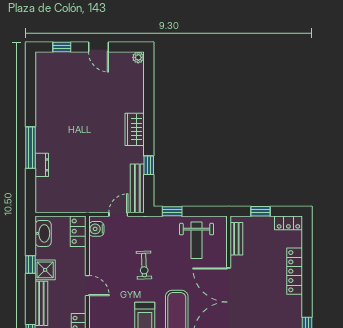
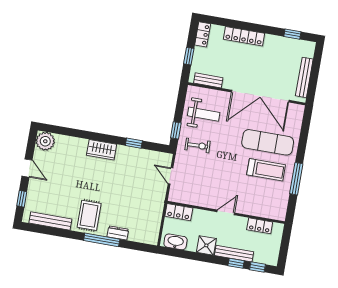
door: (98, 47) -> (27, 168), hinge flipped
plant: (138, 57) -> (45, 141), width x1.88, depth x1.88
rug: (56, 128) -> (89, 215), added
bench: (137, 188) -> (50, 221), moved
water cooler: (96, 229) -> (180, 197), removed
window: (31, 265) -> (236, 263), moved
exercise bike: (144, 265) -> (198, 145), moved

